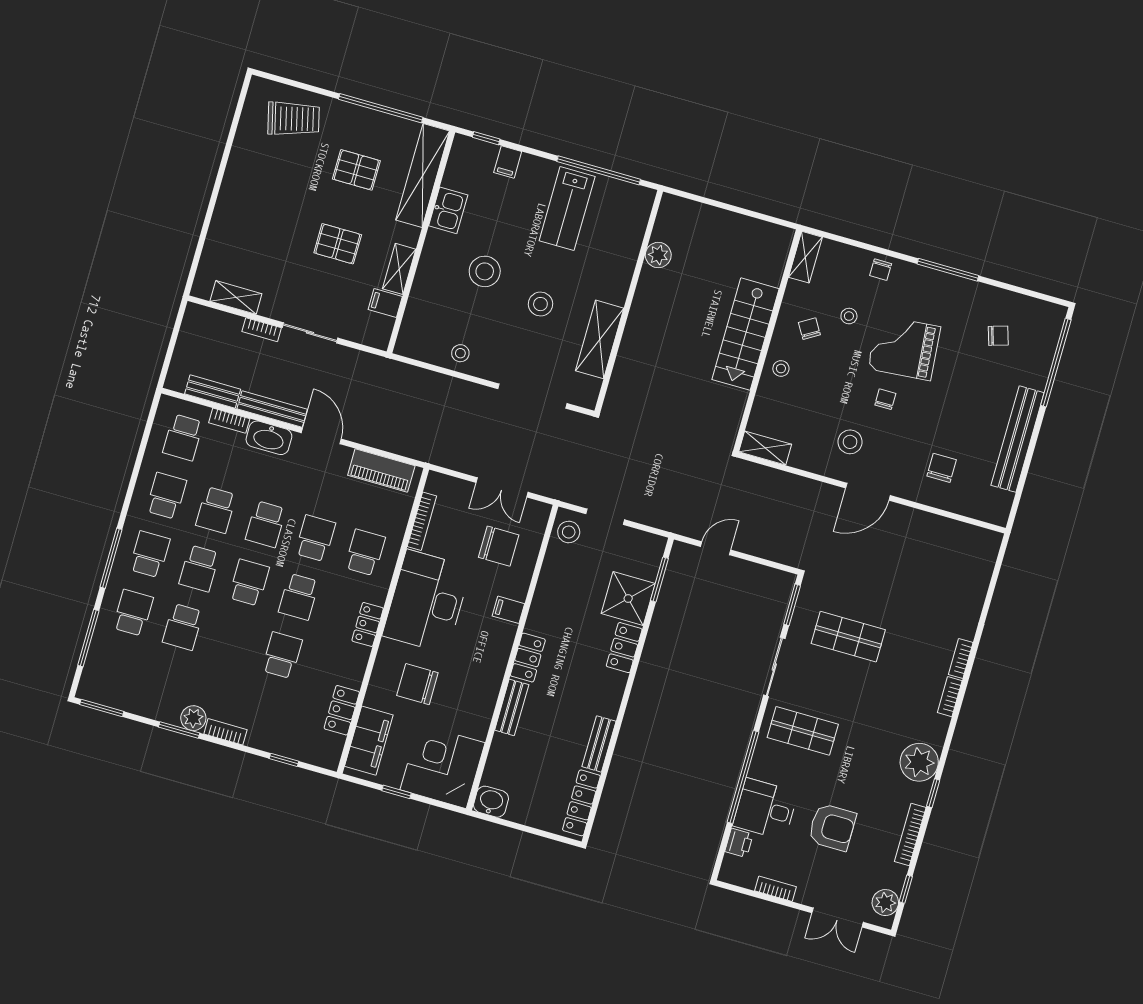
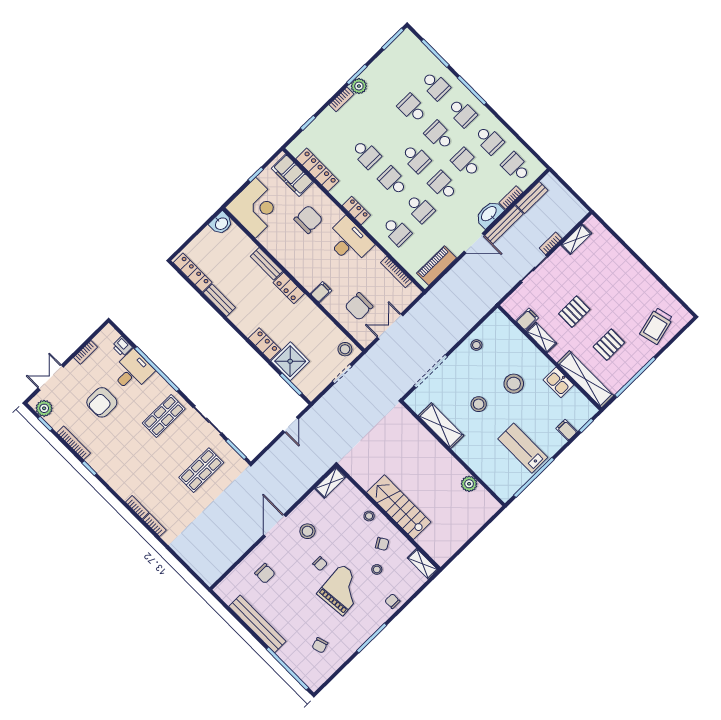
desk: (427, 601) -> (349, 241), width x0.73, depth x0.77
locker: (342, 710) -> (317, 170), width x1.53
plant: (919, 762) -> (111, 470), removed

